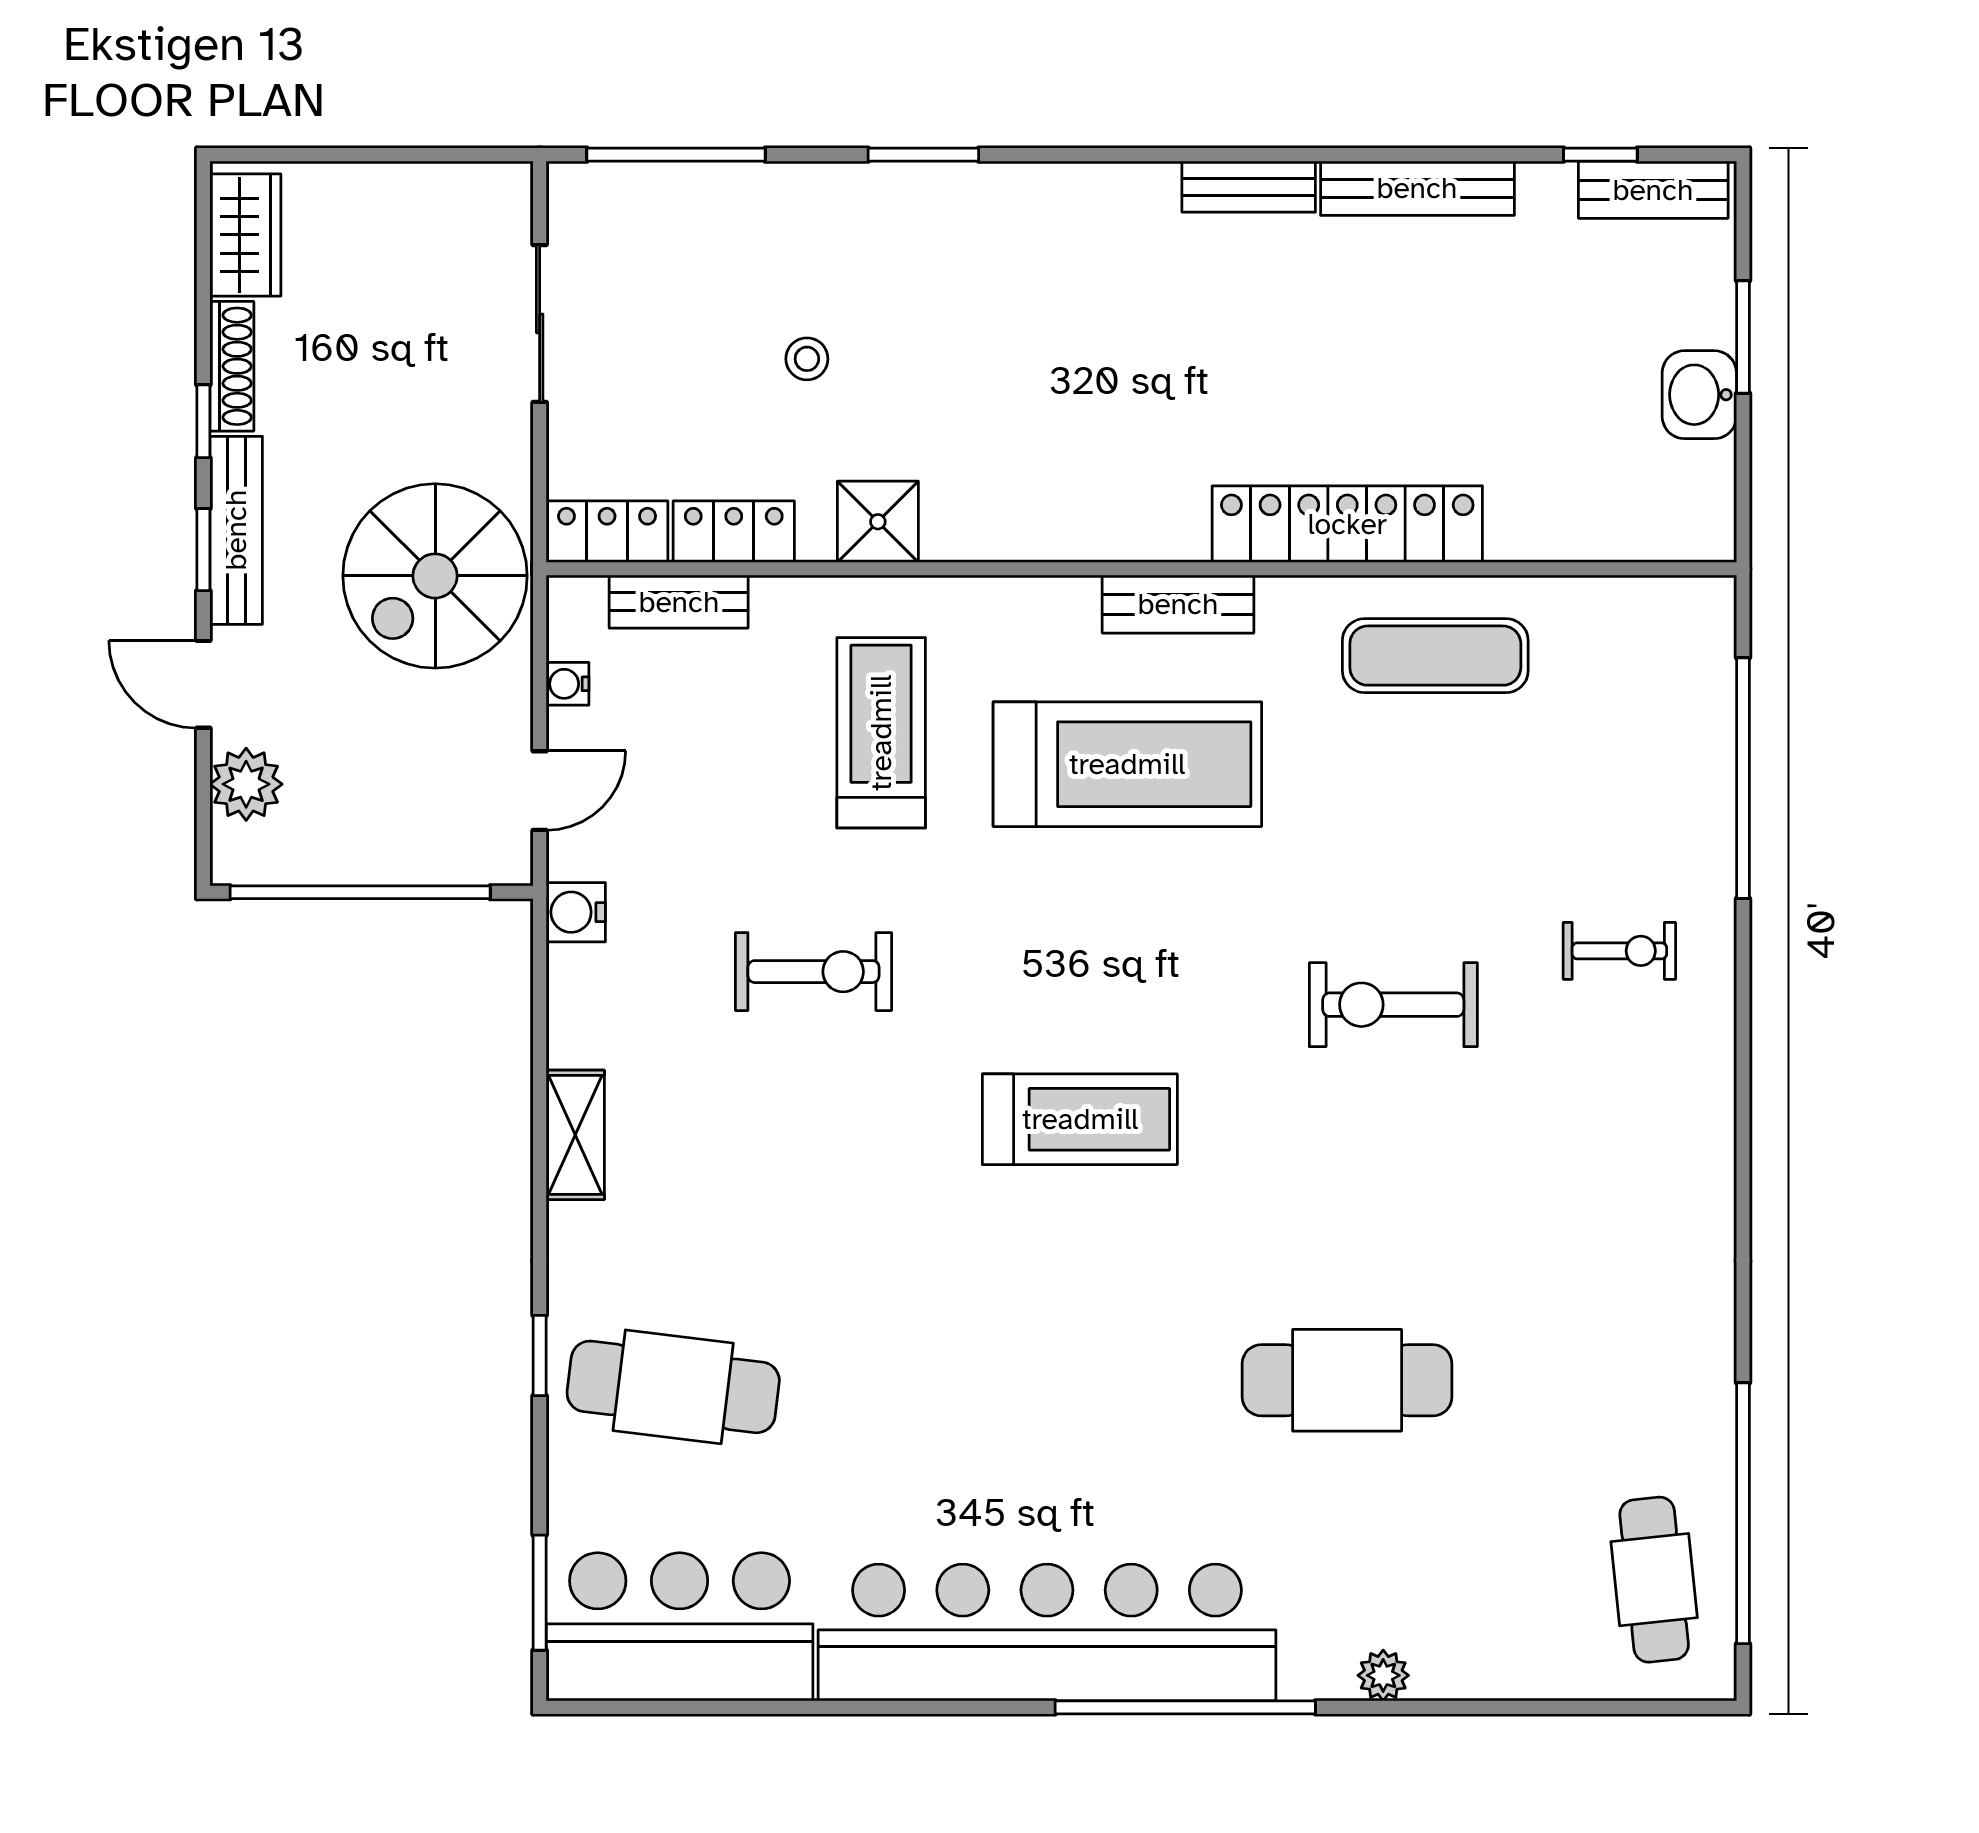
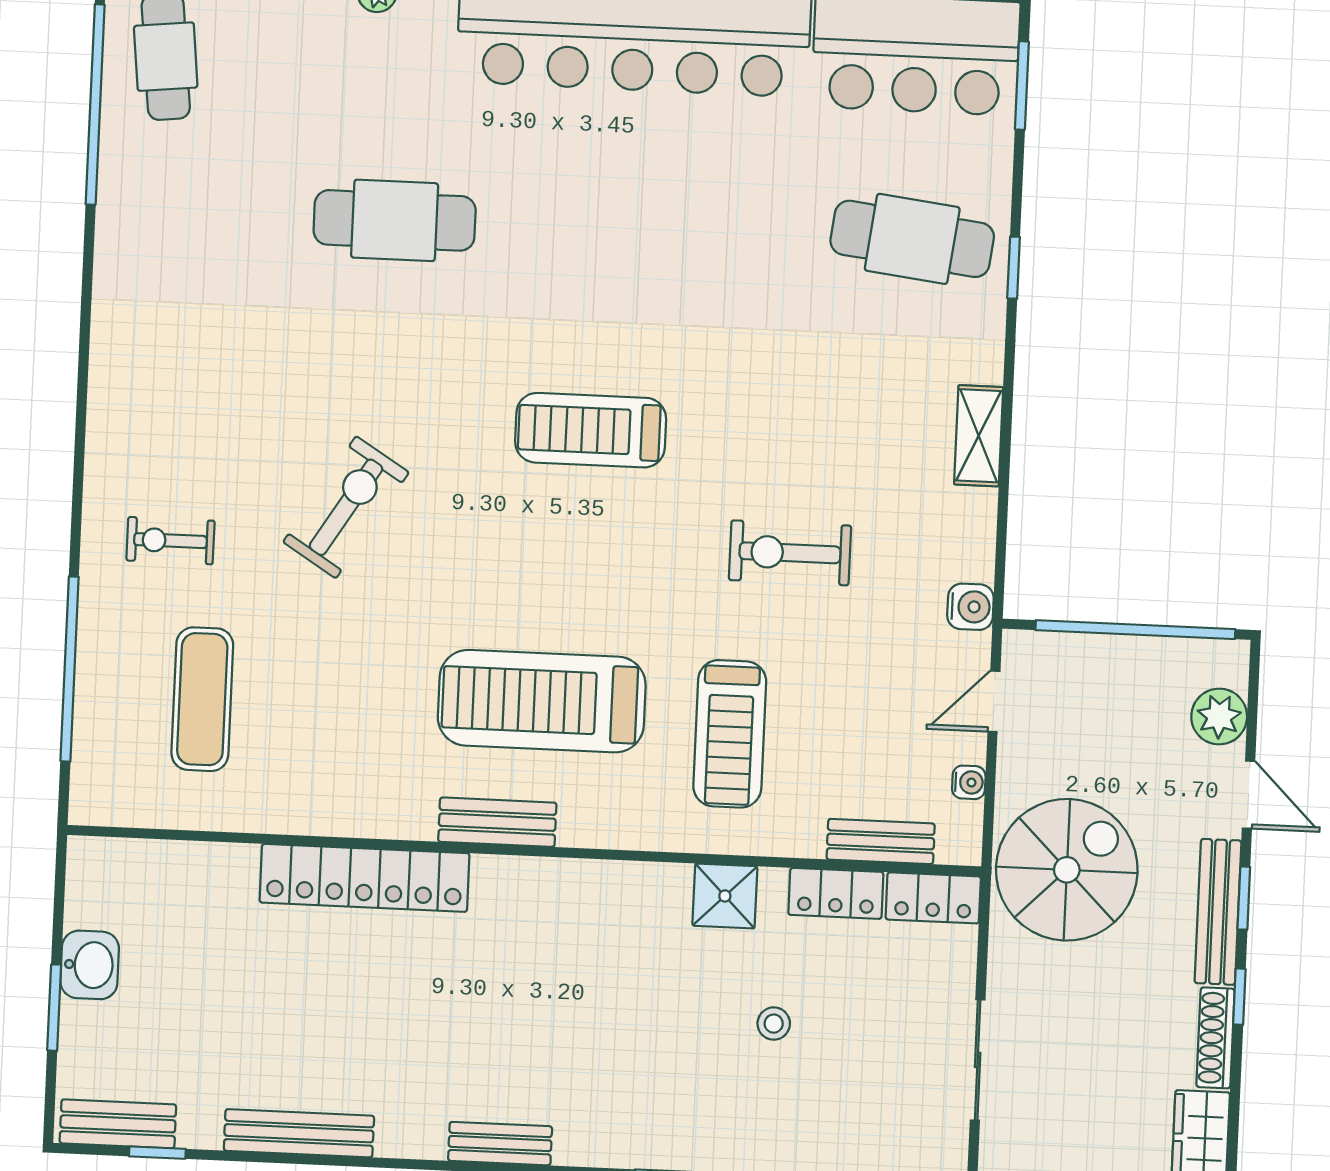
bench: (1249, 187) -> (500, 1144), moved
exercise mat: (1435, 656) -> (202, 699), moved, turned 90
exercise bike: (1393, 1005) -> (346, 507), turned -58

